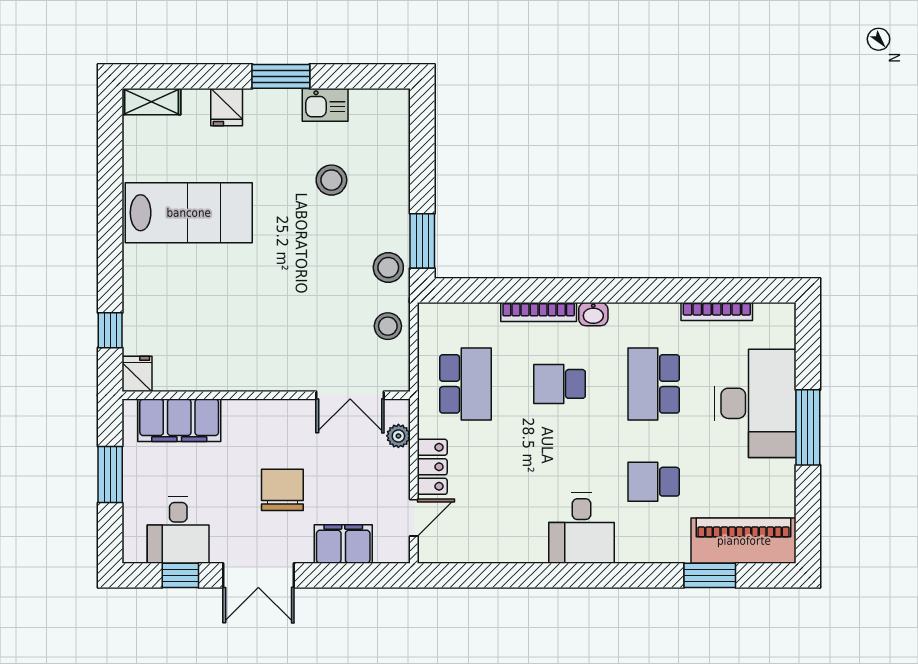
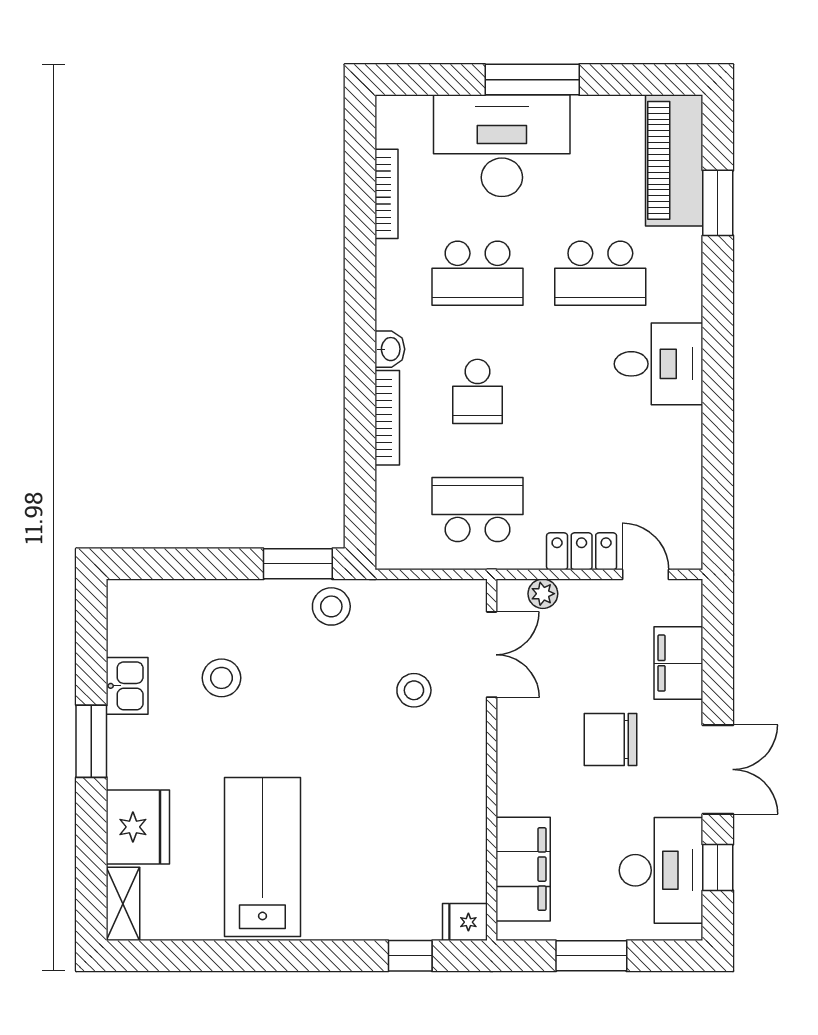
fridge: (227, 107) -> (138, 827), width x1.88, depth x1.34
stool: (388, 326) -> (414, 690), moved
school desk: (654, 482) -> (600, 273), width x1.85
desk: (178, 530) -> (661, 870), width x1.37

